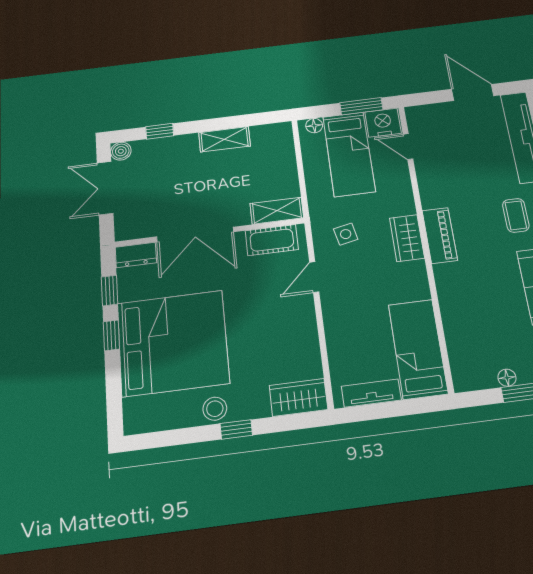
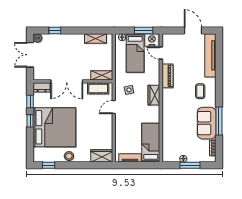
shelving: (225, 139) -> (96, 38), moved
piano: (440, 235) -> (167, 76), moved
window: (236, 429) -> (49, 165), moved

